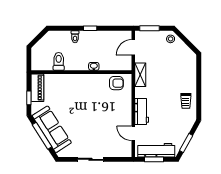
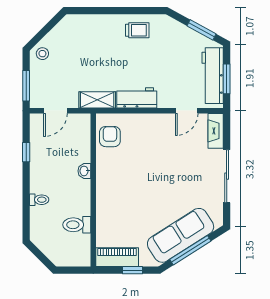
window: (90, 28) -> (26, 152), moved
door: (133, 47) -> (55, 111), hinge flipped
workbench: (142, 112) -> (137, 98), moved
fireplace: (120, 152) -> (216, 131), added
sliding door: (90, 159) -> (227, 176), width x1.37

